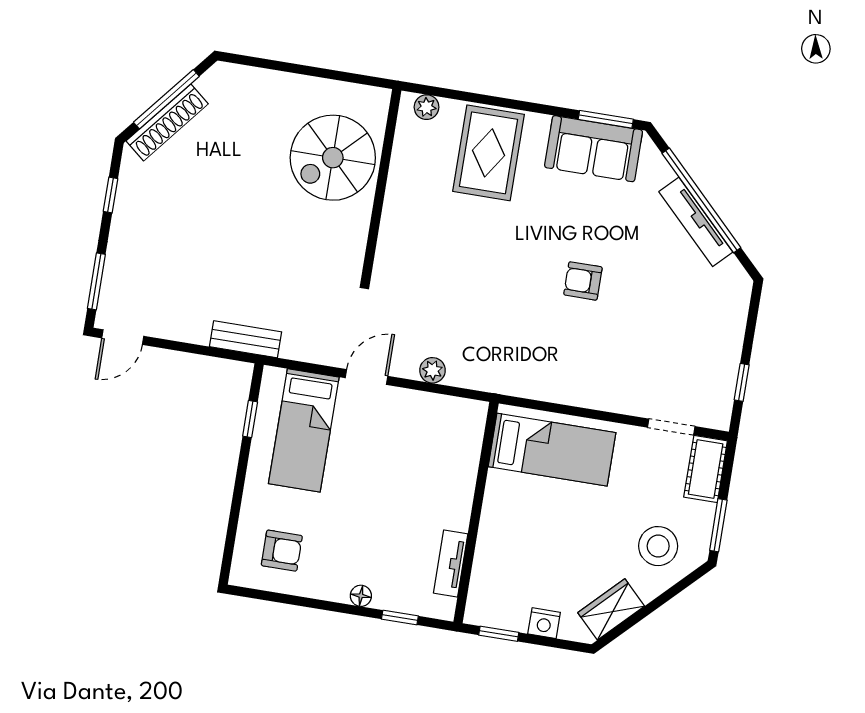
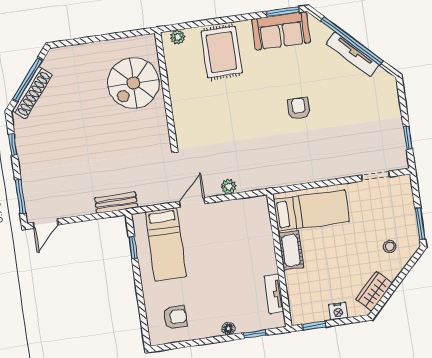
armchair: (583, 281) -> (299, 108), turned 90
cot: (706, 469) -> (291, 250), moved
stool: (658, 546) -> (390, 247), width x0.53, depth x0.53

